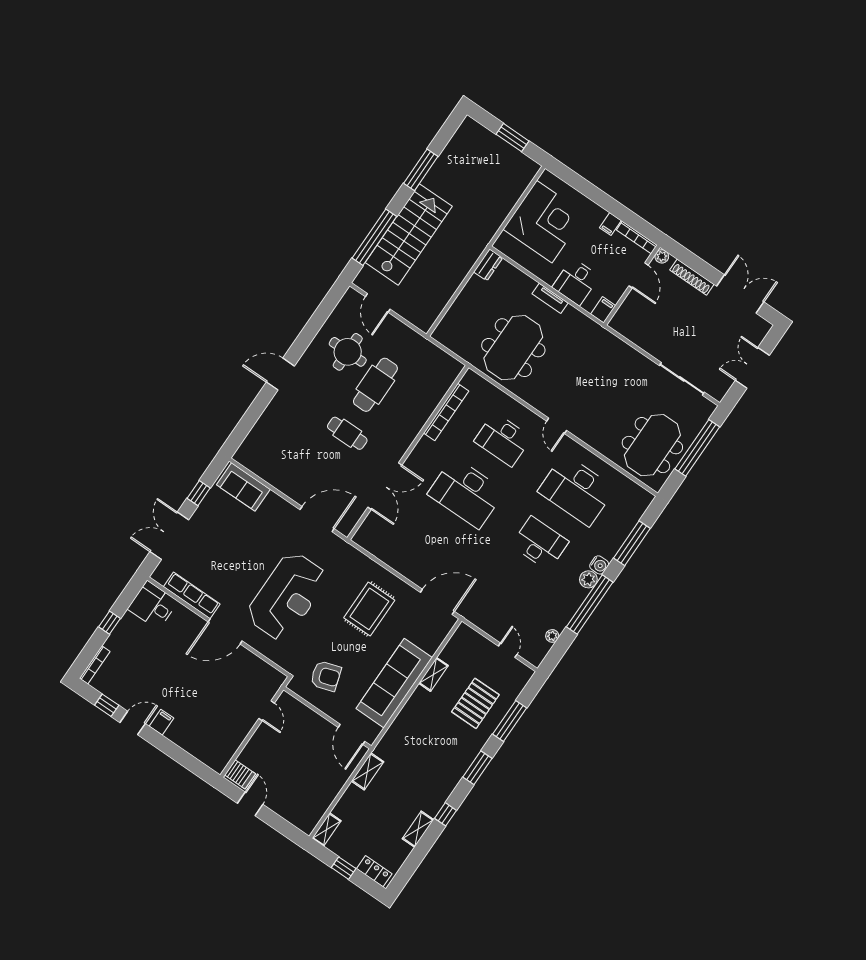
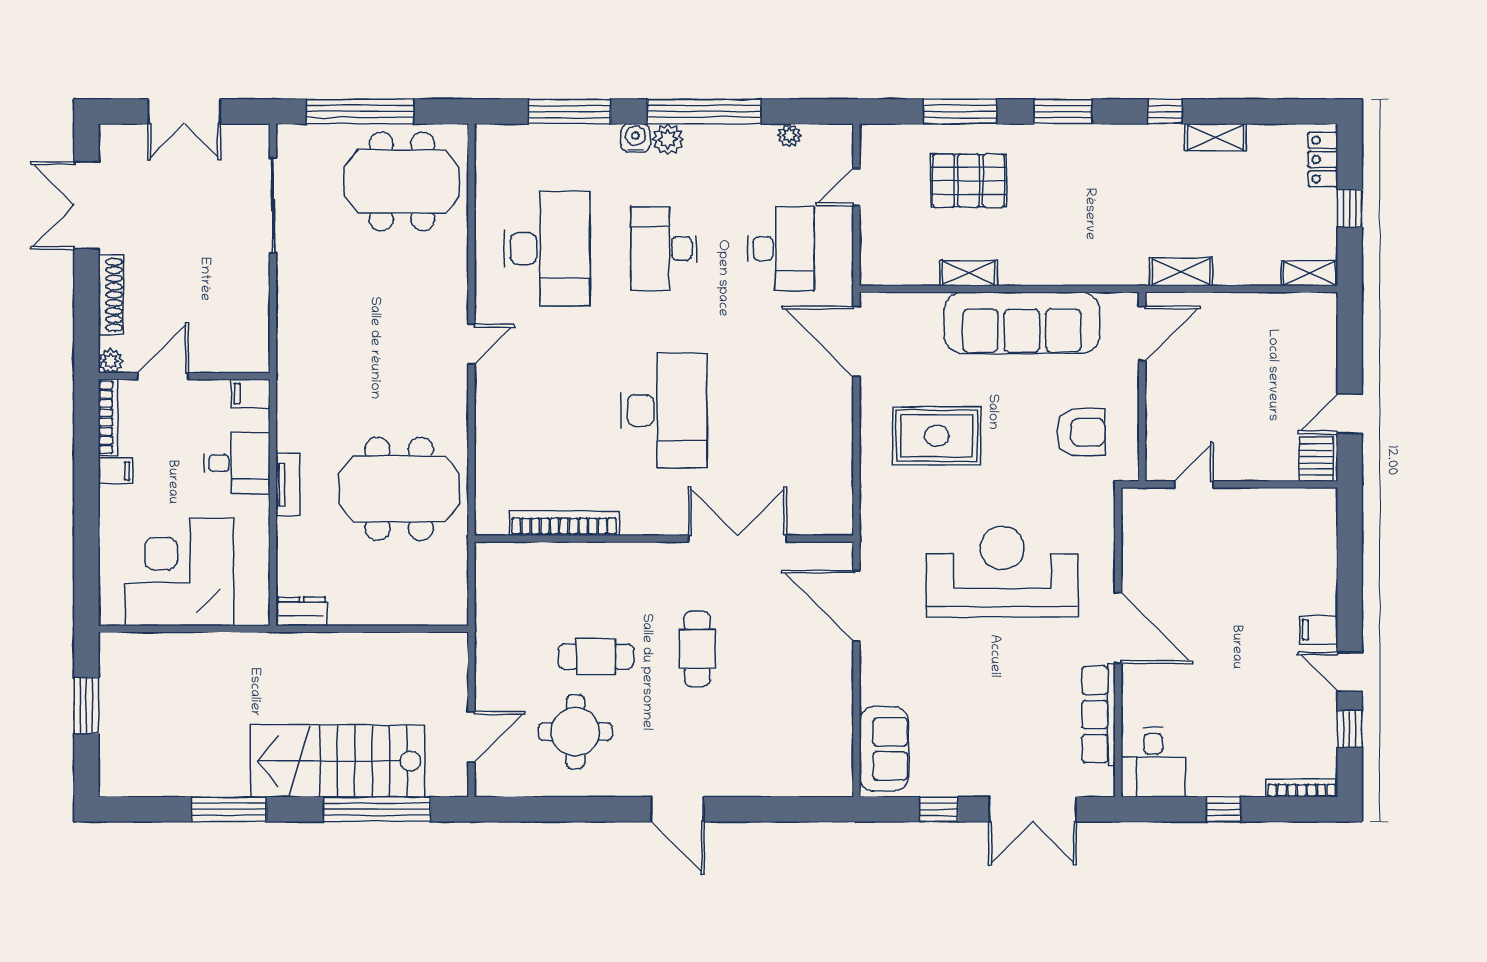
cafe table: (375, 385) -> (596, 656), width x0.73, depth x0.74
desk: (503, 439) -> (781, 249), moved
armchair: (326, 676) -> (1081, 432), turned 108

